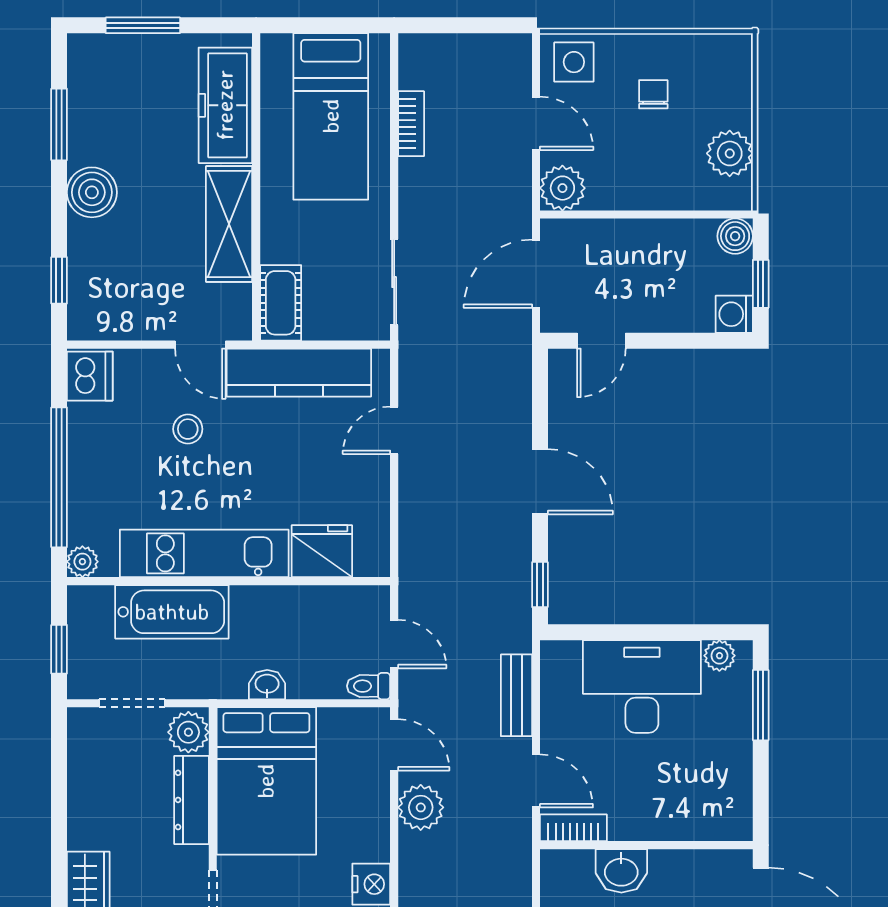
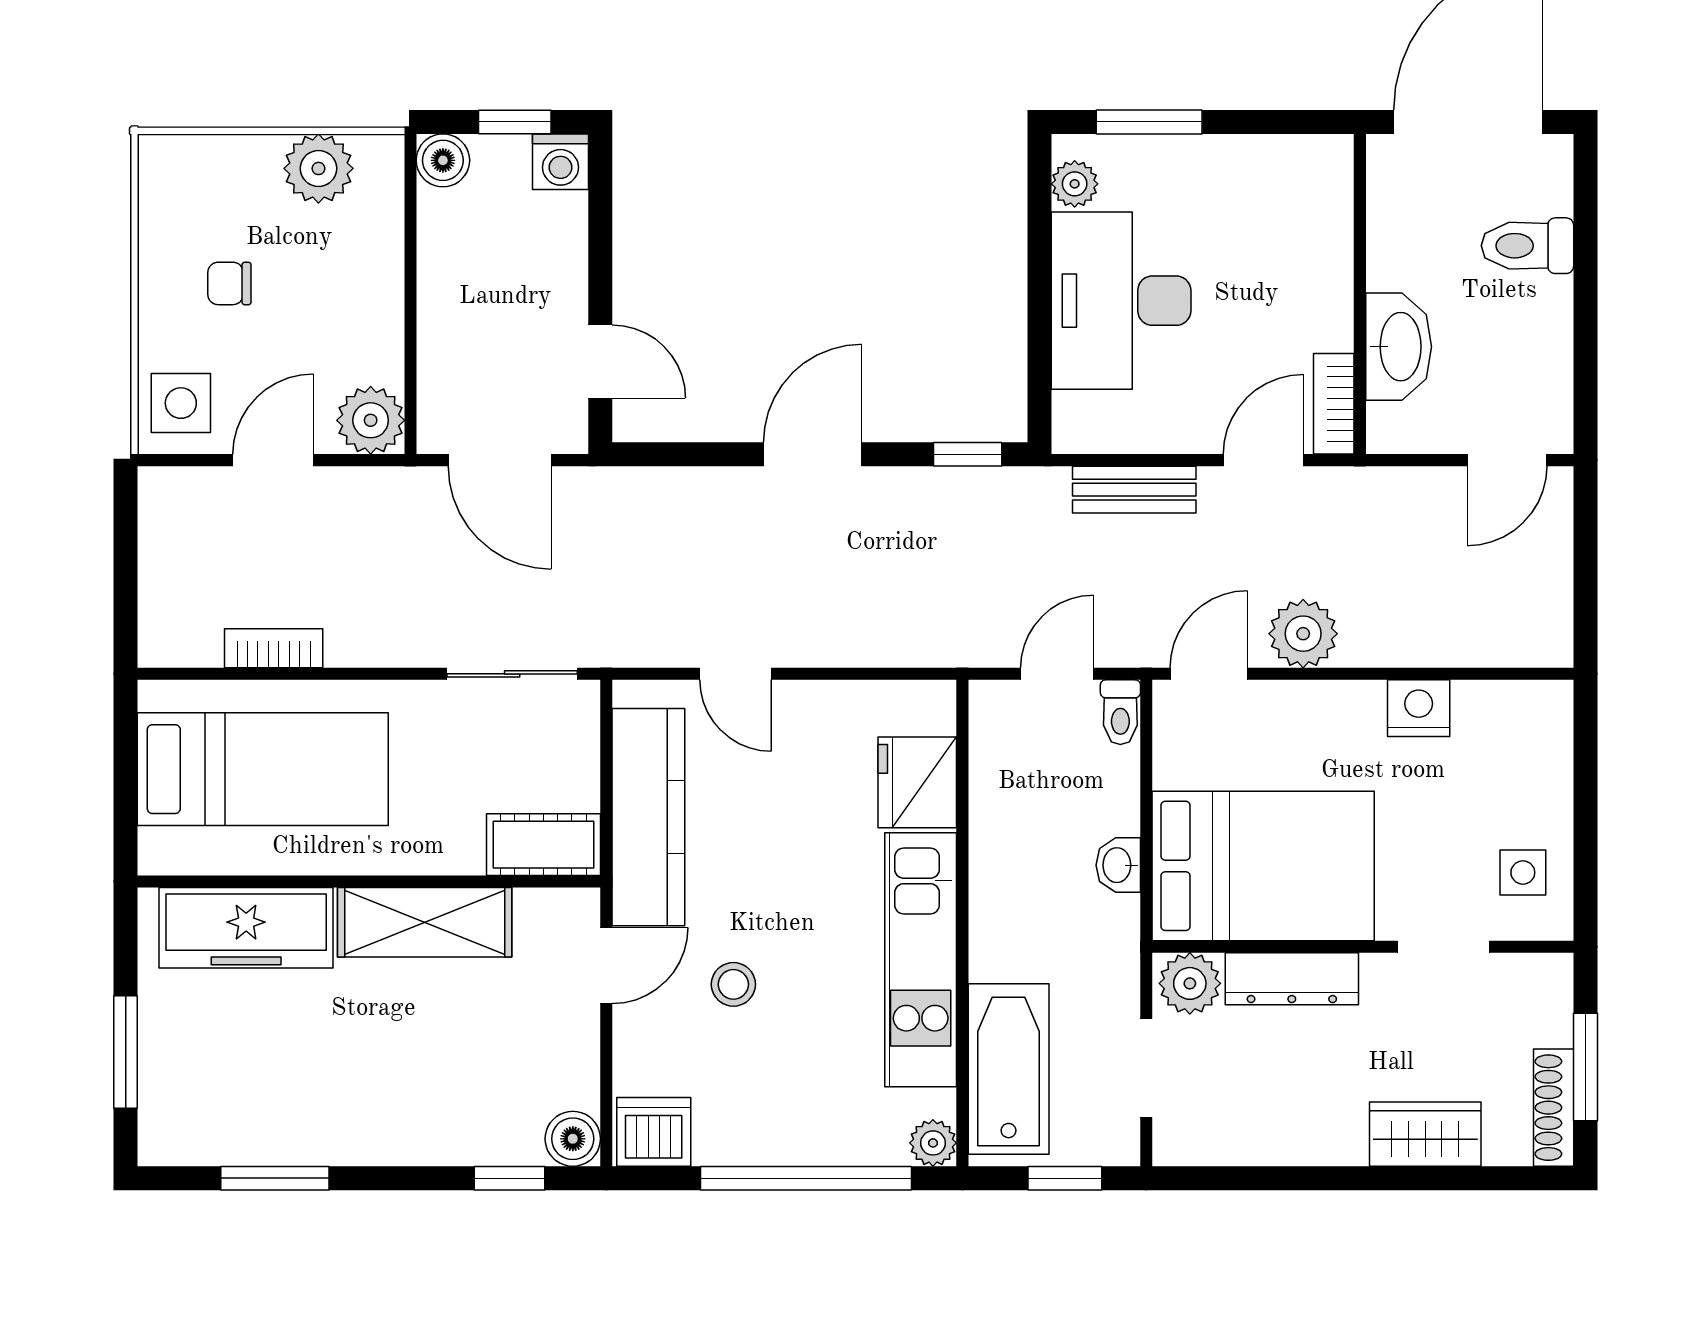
boiler: (92, 192) -> (573, 1139), moved, width x0.73, depth x0.73
bathtub: (172, 612) -> (1009, 1069), moved
washbasin: (621, 871) -> (1399, 347), width x1.38

